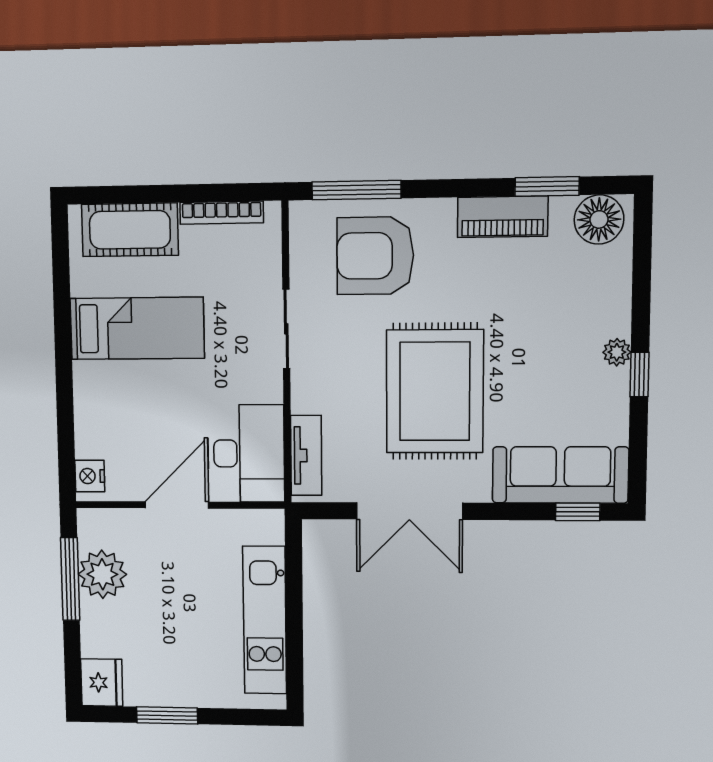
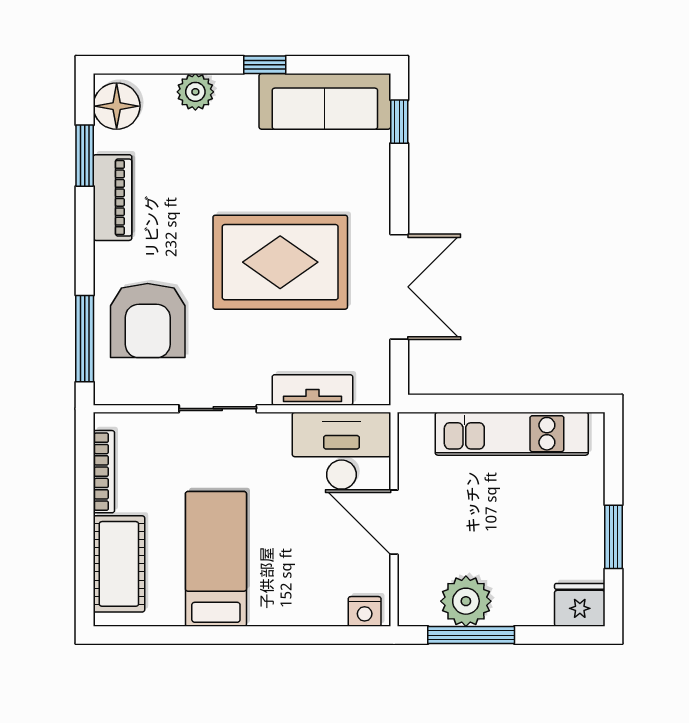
plant: (617, 352) -> (195, 92), moved, width x1.38, depth x1.38
tv unit: (306, 455) -> (312, 390), moved
sofa: (560, 475) -> (325, 101), moved, turned -90

